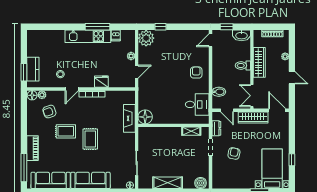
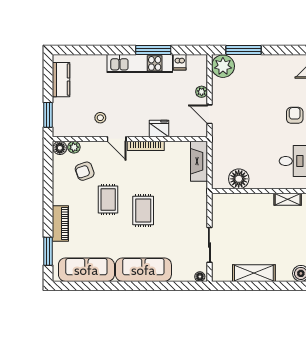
window: (160, 27) -> (244, 50), width x2.17
kitchen counter: (33, 69) -> (61, 80), moved
door: (137, 72) -> (209, 114), swing flipped
door: (72, 89) -> (117, 139), hinge flipped
floor lamp: (145, 117) -> (239, 179), moved
fireplace: (129, 118) -> (199, 161), moved
rug: (66, 131) -> (108, 199), turned 90
window: (24, 168) -> (48, 251), width x0.69

